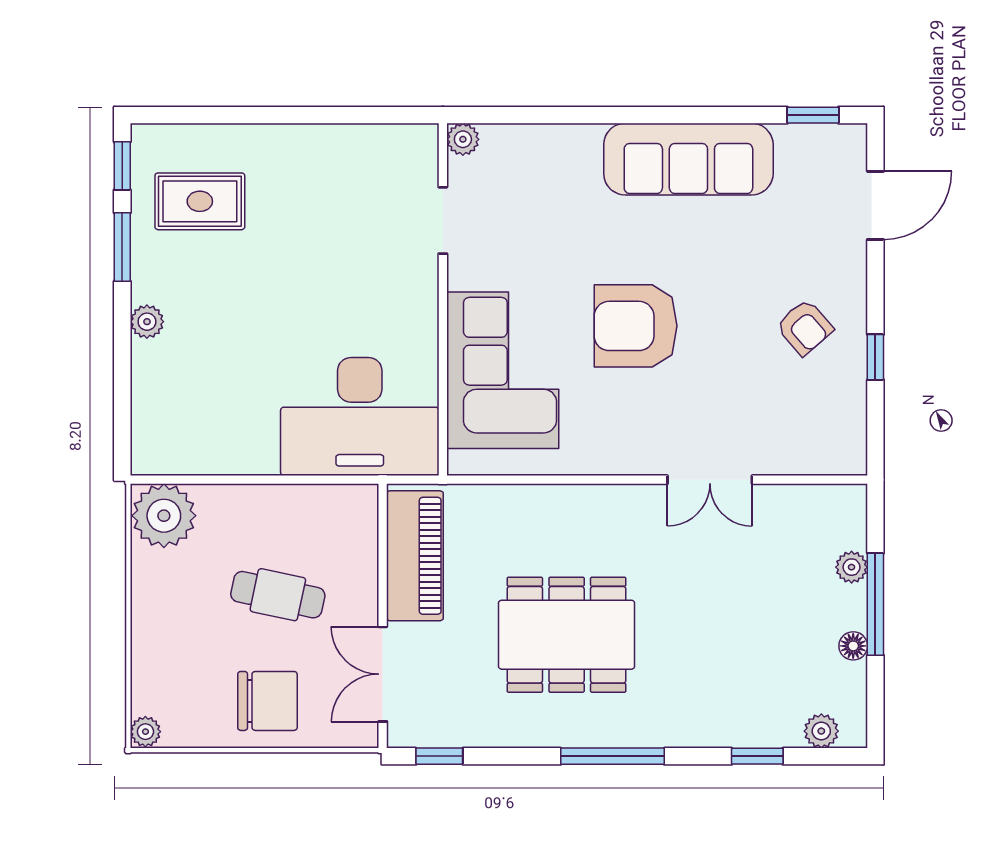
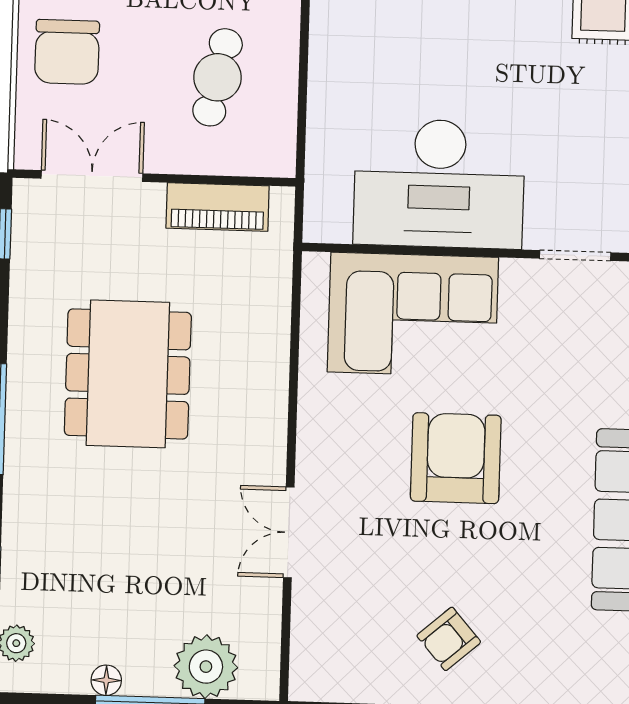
desk: (360, 417) -> (439, 184), moved, turned -90
piano: (415, 556) -> (218, 207), width x0.73, depth x0.75
plant: (852, 567) -> (206, 667), width x1.88, depth x1.88
cafe table: (278, 595) -> (218, 77), moved

